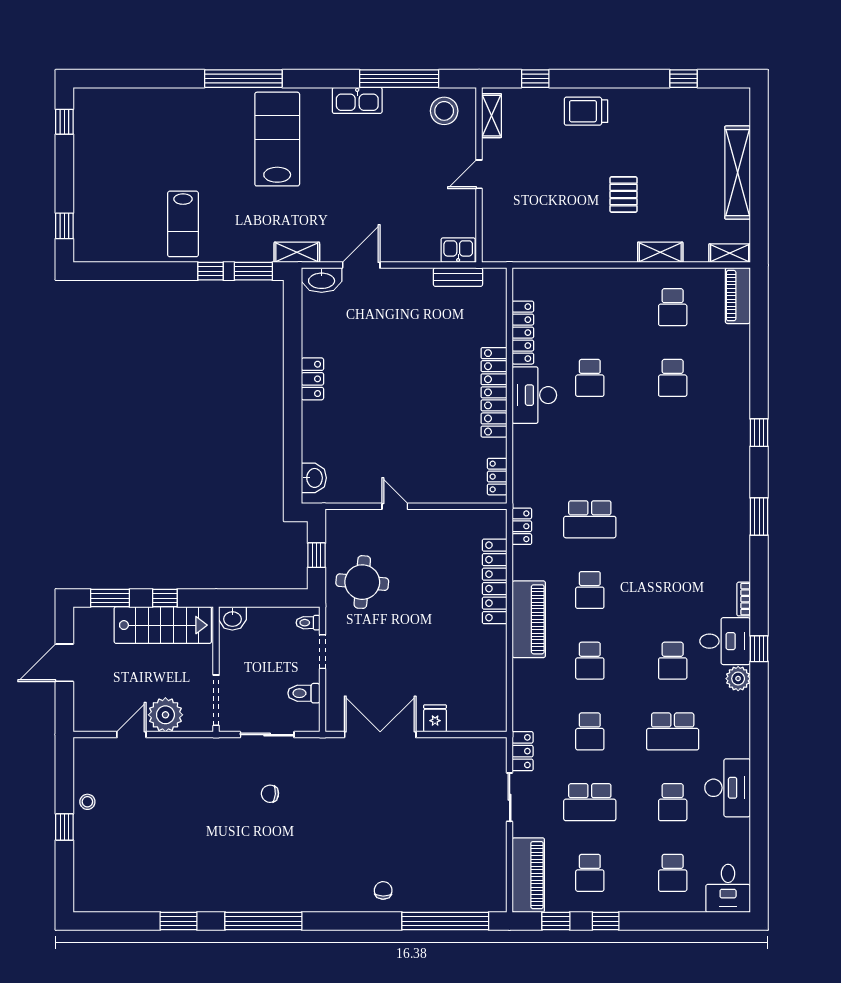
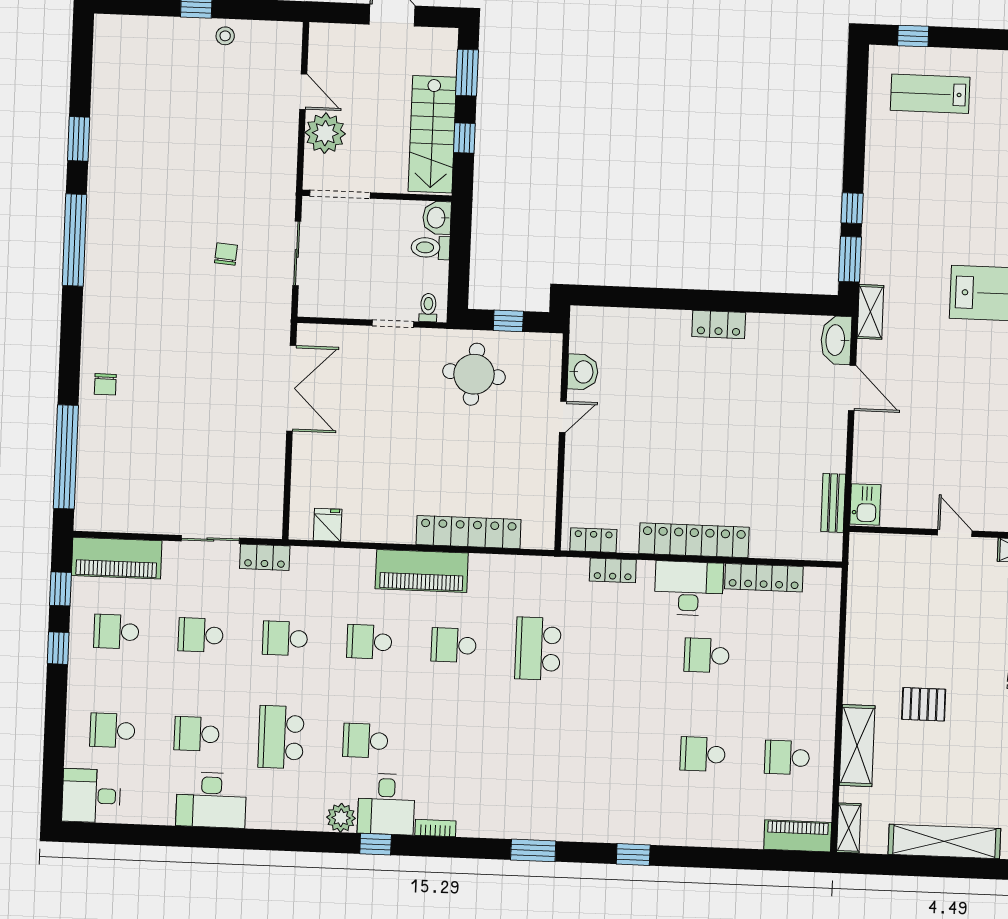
lab bench: (183, 224) -> (930, 94), moved
shelving: (660, 252) -> (857, 746), width x1.50, depth x1.33
washbasin: (314, 478) -> (583, 372), moved, turned -90
locker: (522, 526) -> (613, 570), moved
toilet: (304, 693) -> (430, 248), moved, turned -90
fridge: (435, 718) -> (328, 525), moved, turned -90
school desk: (590, 802) -> (201, 635), width x0.54
chair: (383, 890) -> (105, 384), turned 89

